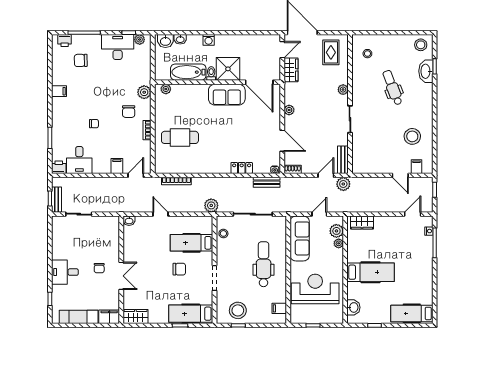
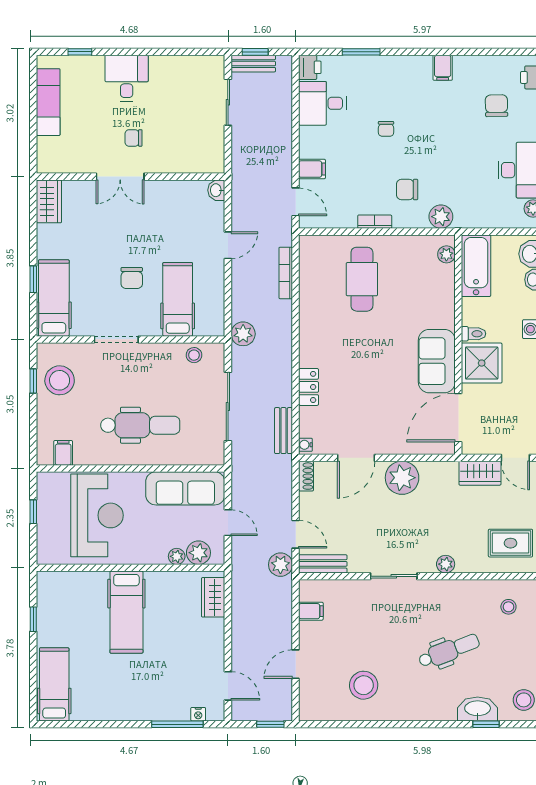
bathtub: (188, 72) -> (476, 266), moved
plant: (289, 110) -> (402, 478), width x1.88, depth x1.88
filing cabinet: (417, 167) -> (311, 611), moved
washbasin: (353, 307) -> (65, 582), removed
filing cabinet: (109, 317) -> (49, 155), removed

